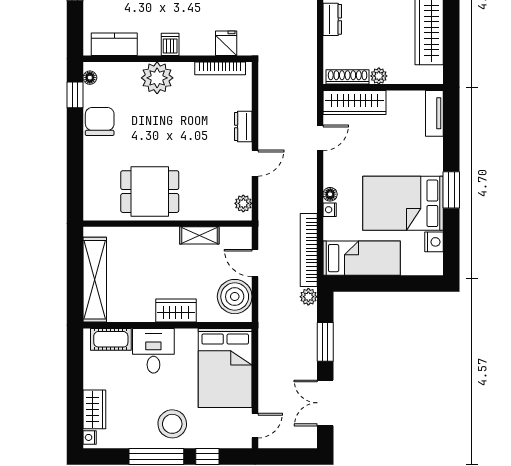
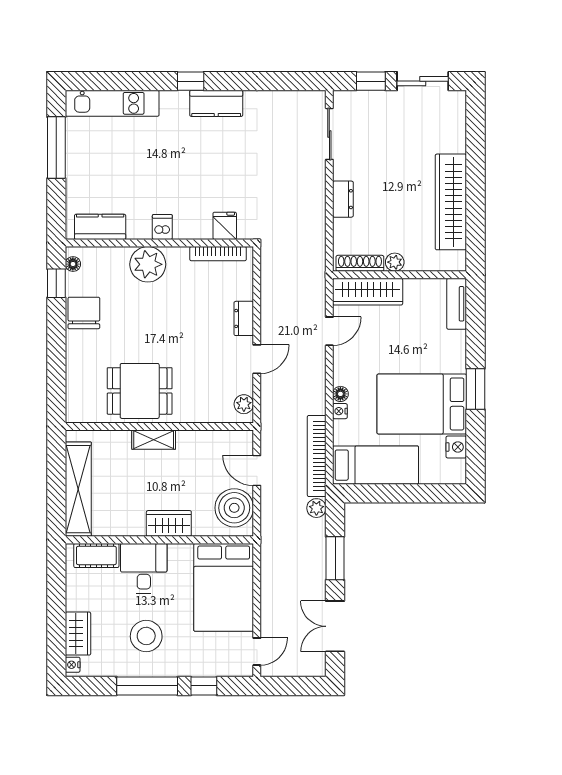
shelving: (199, 235) -> (154, 440), moved
stool: (172, 424) -> (146, 636), moved

